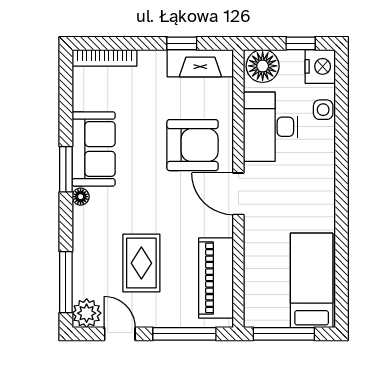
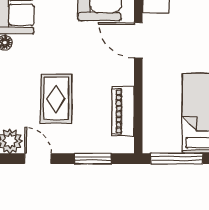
piano: (216, 278) -> (123, 111), width x0.73, depth x0.75
window: (184, 334) -> (93, 159), width x0.69

